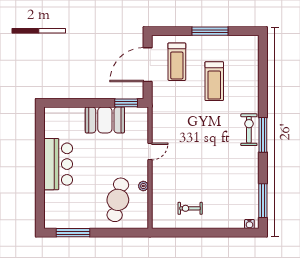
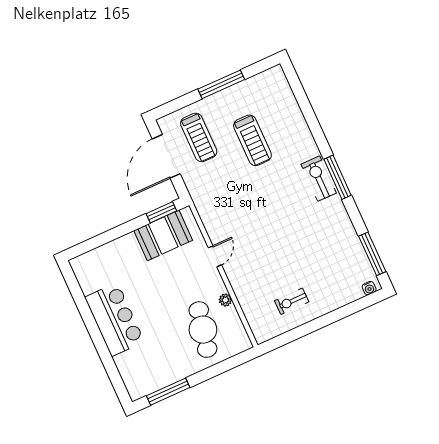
booth: (105, 120) -> (163, 235), moved

